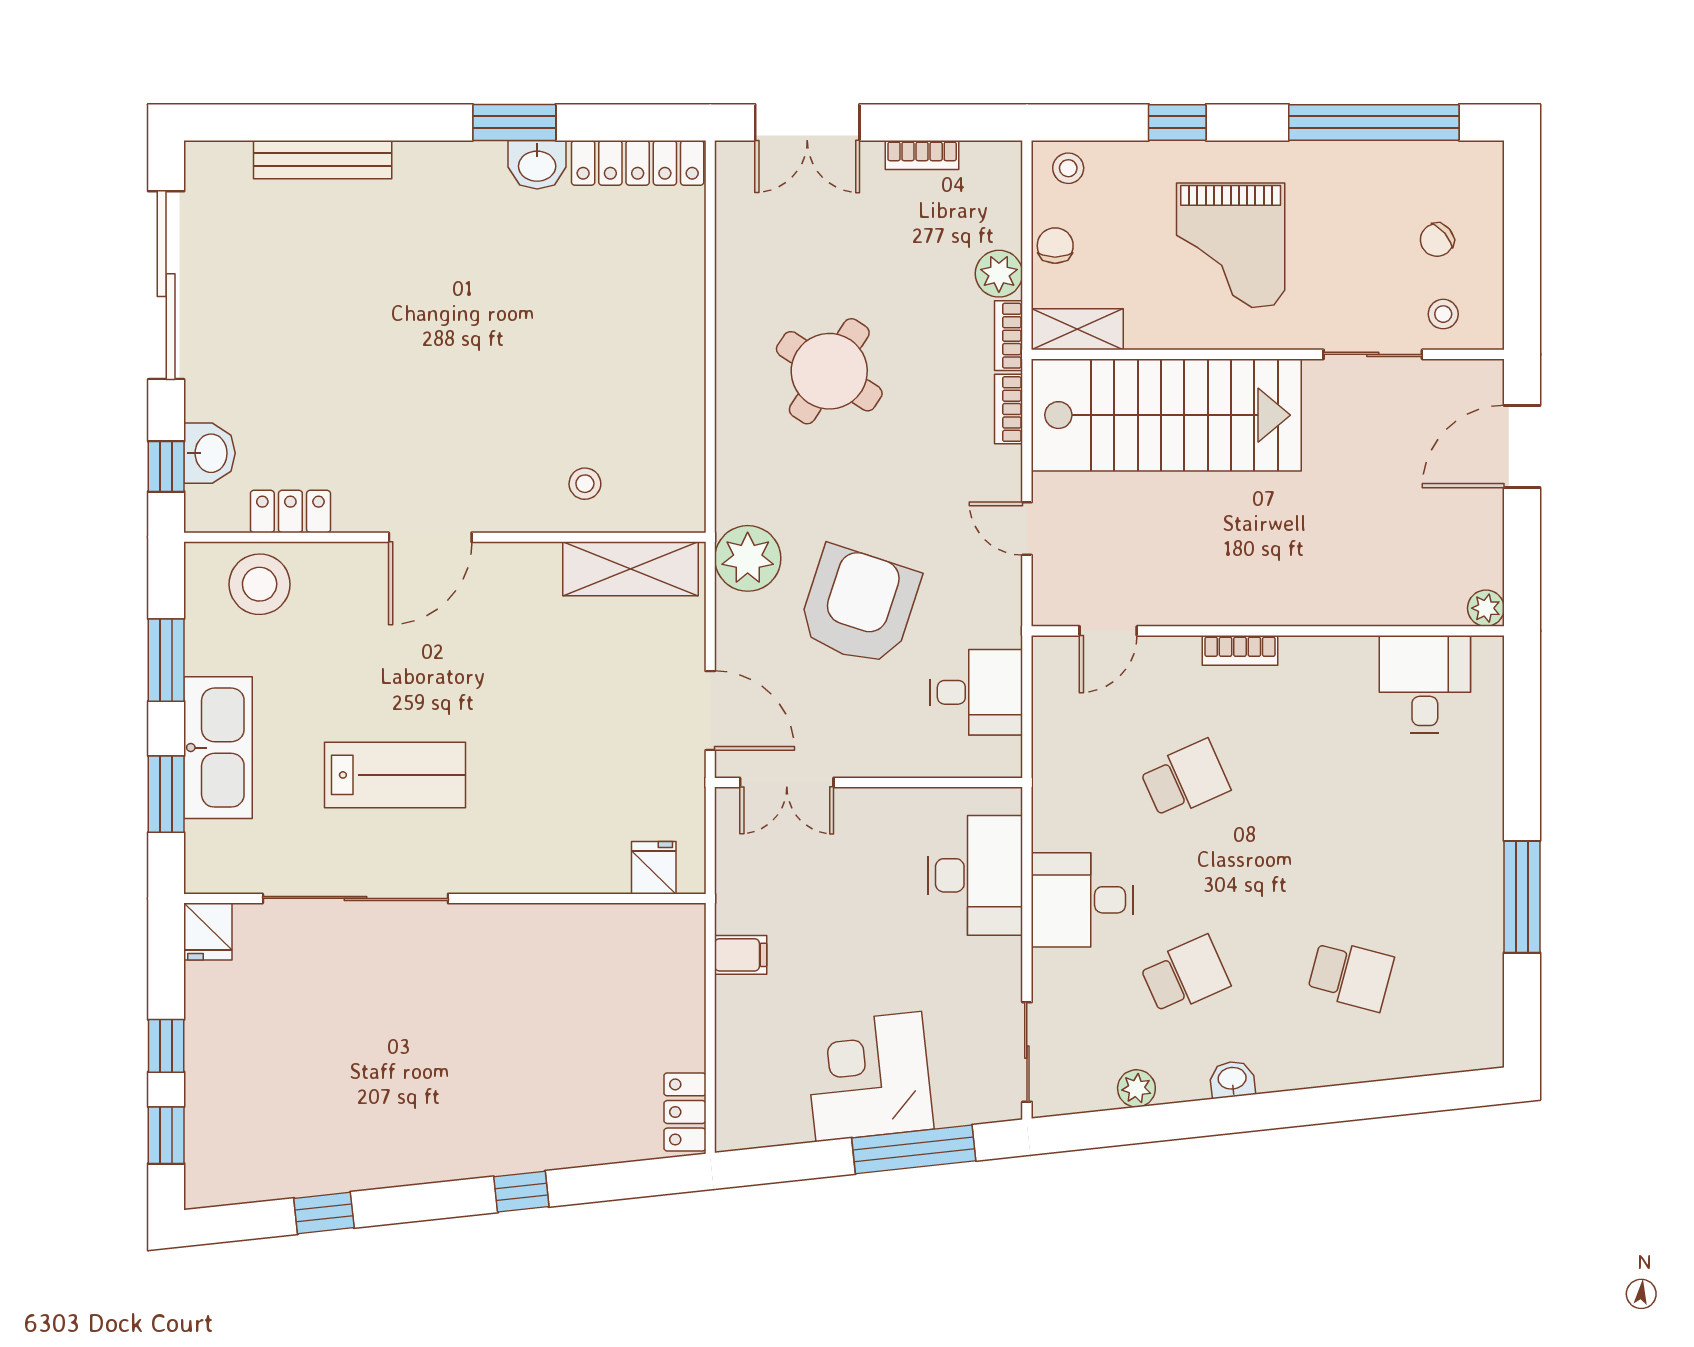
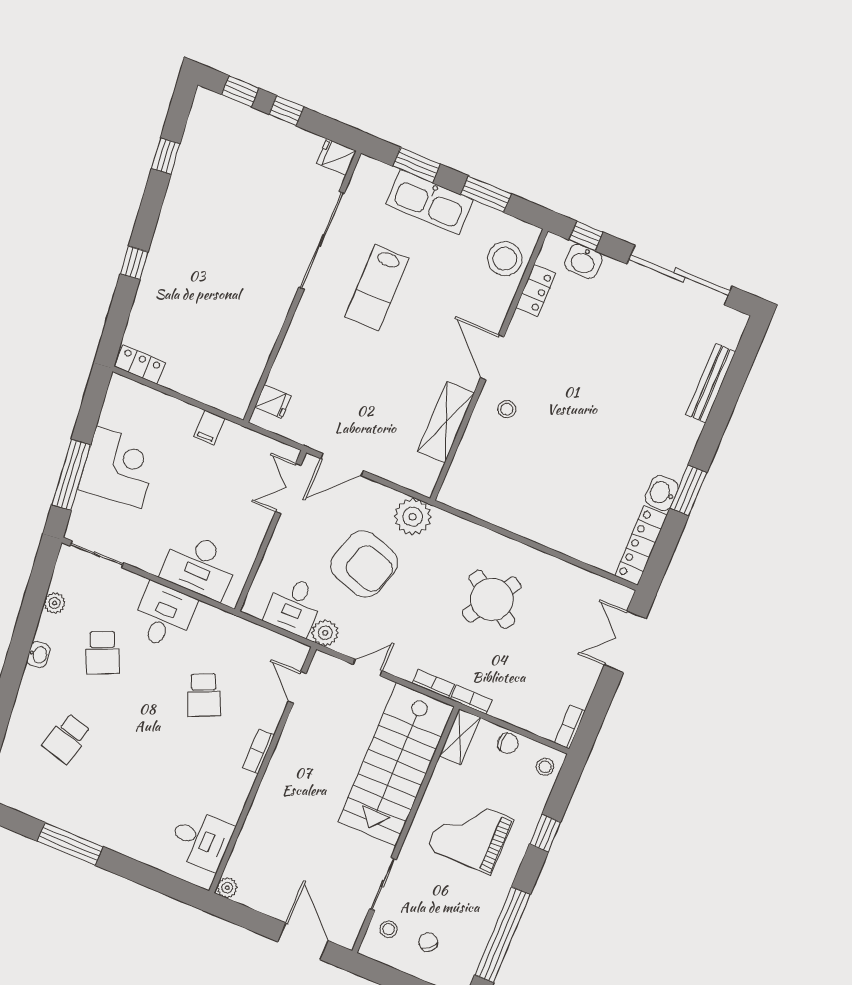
bookcase: (922, 155) -> (570, 727), moved
plant: (999, 274) -> (325, 633), moved
stool: (585, 484) -> (507, 409), moved
shelving: (631, 569) -> (446, 422), moved

